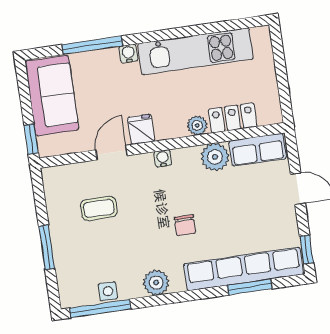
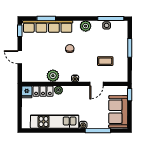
fridge: (141, 129) -> (27, 92), moved
row of seats: (258, 150) -> (34, 76), removed

